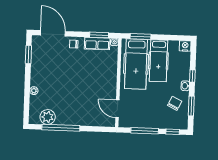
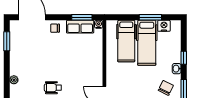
window: (141, 36) -> (150, 17), moved
nightstand: (185, 46) -> (164, 26), moved
hospital bed: (136, 64) -> (126, 41), width x0.73, depth x0.78
wheelchair: (70, 99) -> (53, 88), added

